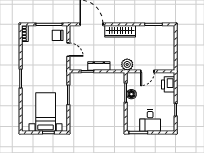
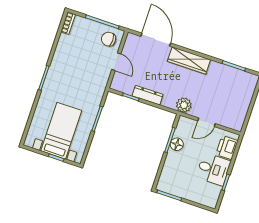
desk: (150, 121) -> (213, 169), moved, turned -90

